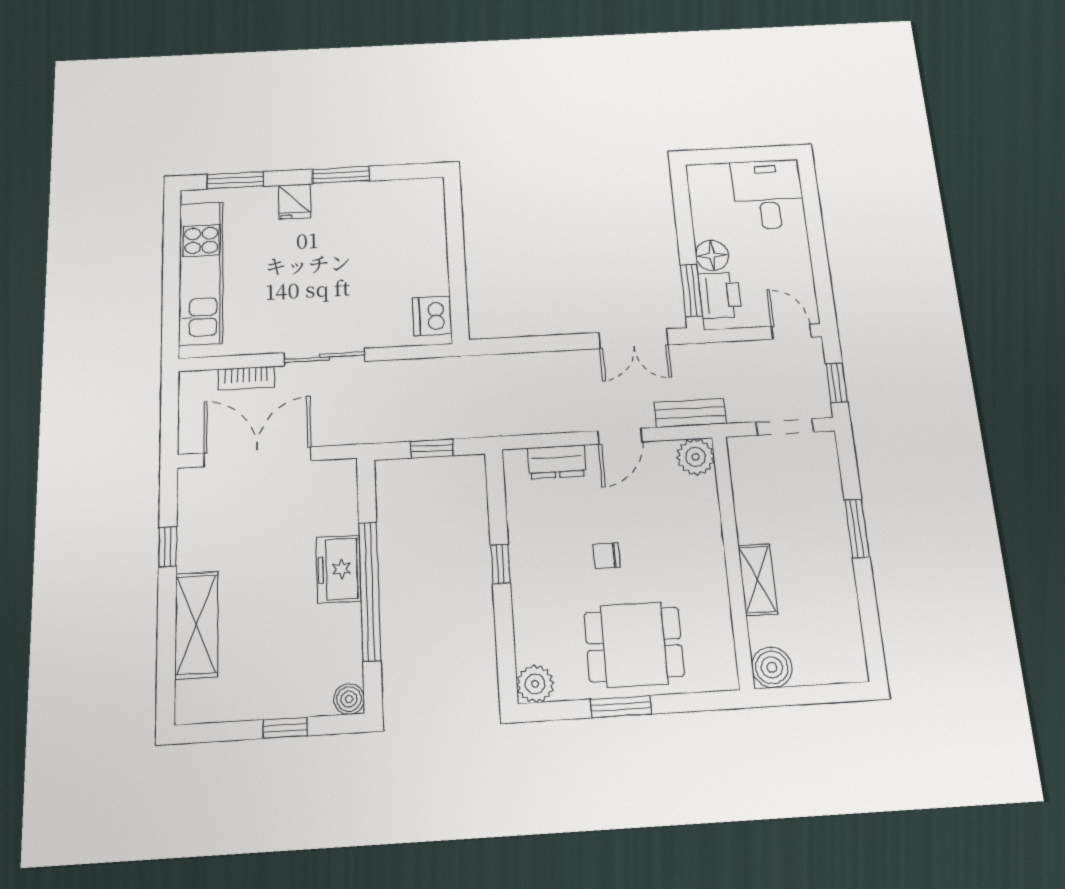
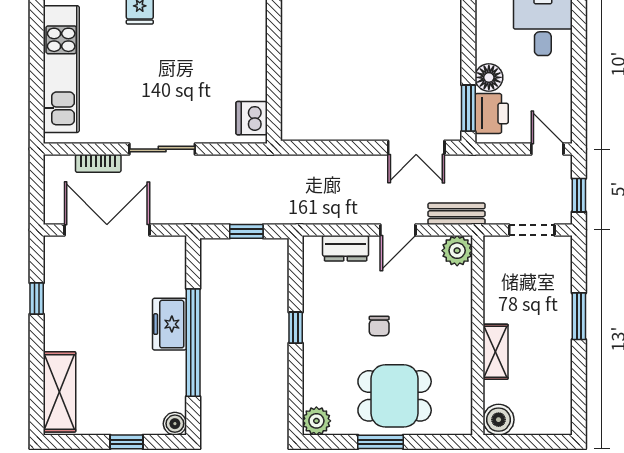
chair: (607, 556) -> (379, 326), turned -90
shelving: (196, 625) -> (59, 392), moved

